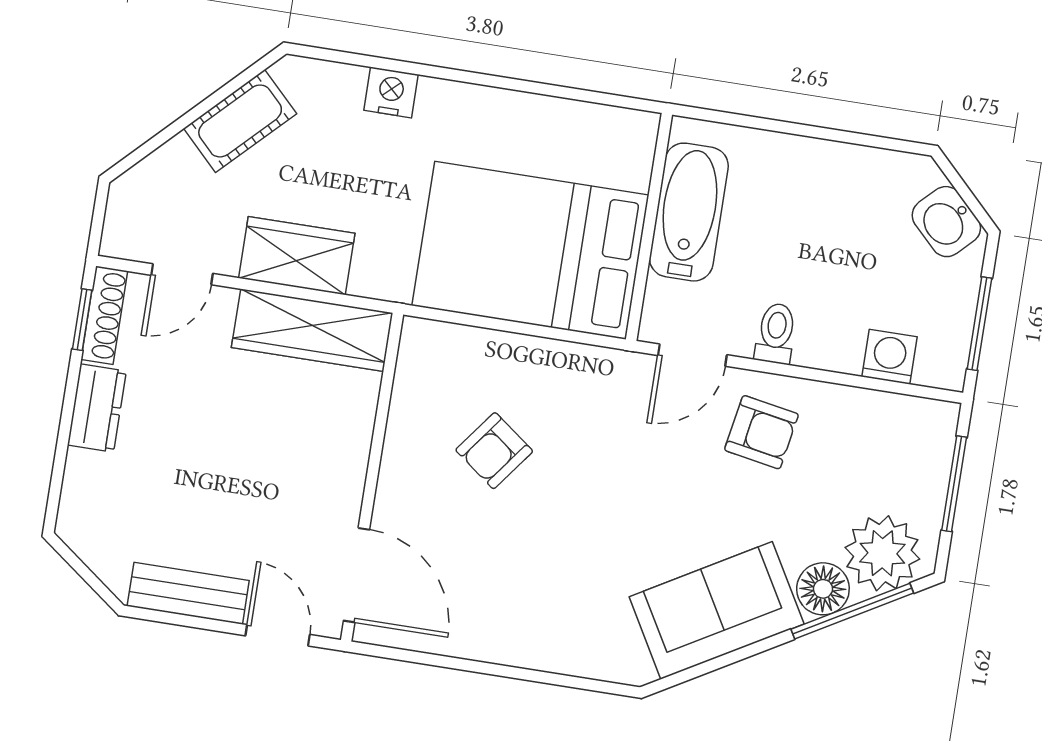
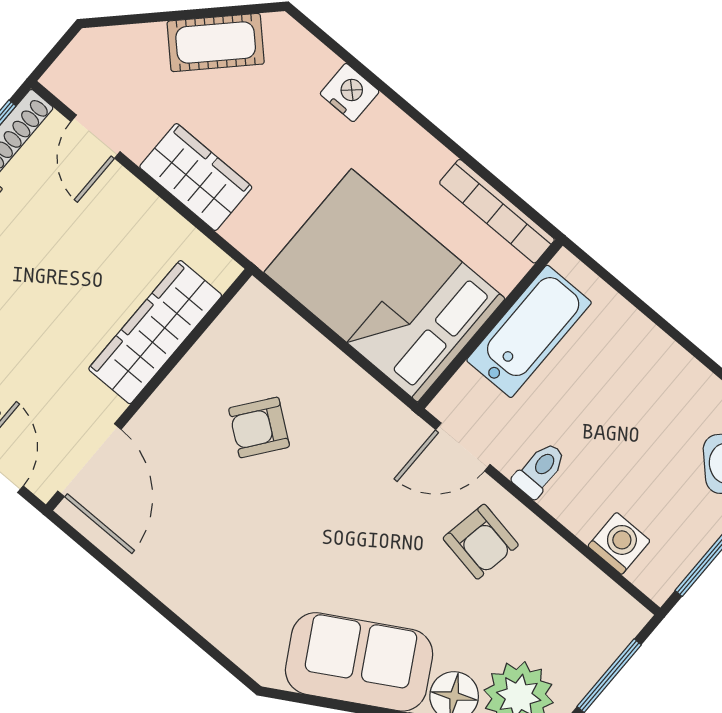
bookcase: (593, 119) -> (497, 211), added
door: (182, 274) -> (96, 137), hinge flipped
wardrobe: (312, 330) -> (155, 332), moved, turned 90

